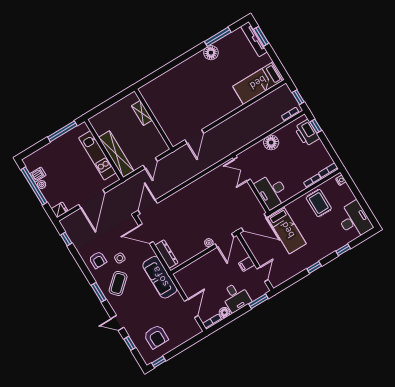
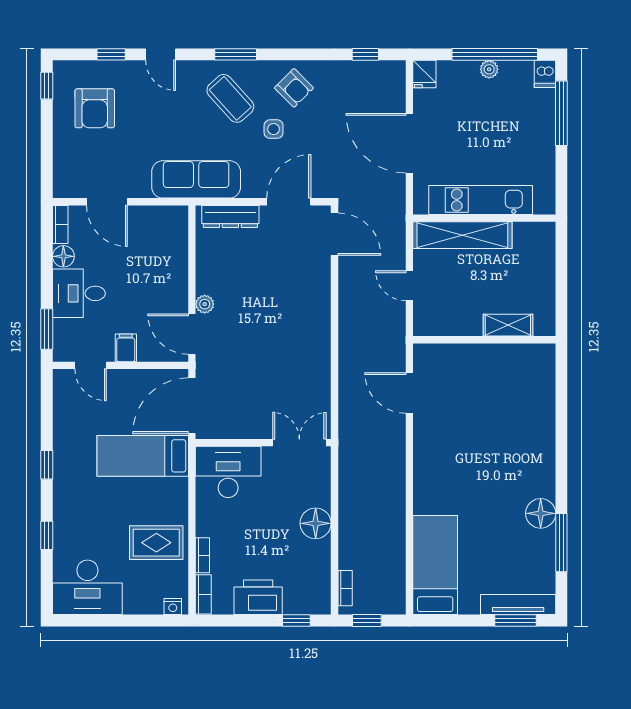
window: (62, 131) -> (561, 113), moved
printer: (307, 133) -> (258, 597), moved
dishwasher: (38, 175) -> (545, 74), moved
armchair: (98, 260) -> (294, 88), turned -135
door: (117, 323) -> (161, 54), swing flipped
armchair: (156, 337) -> (95, 108), turned -90

